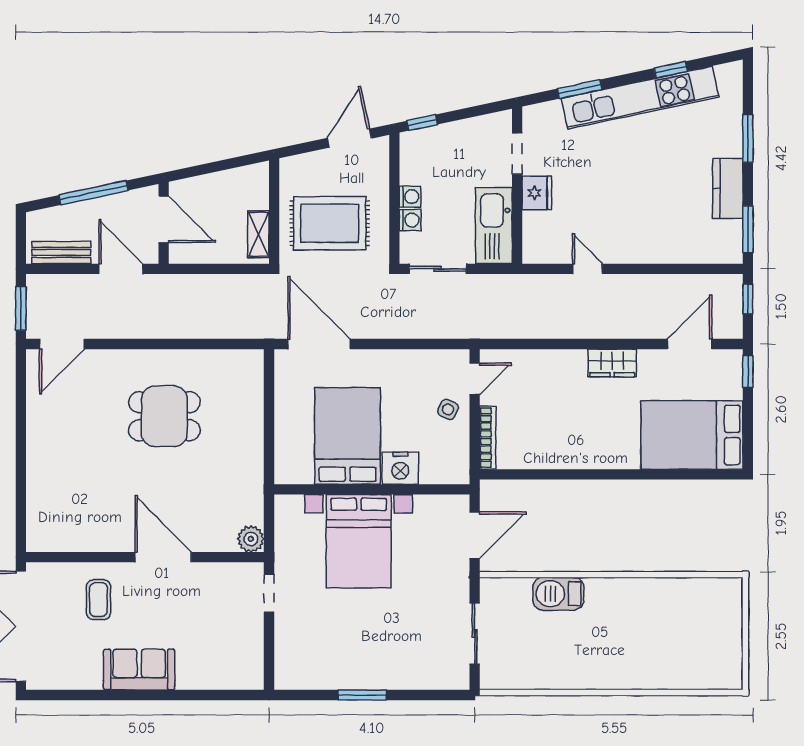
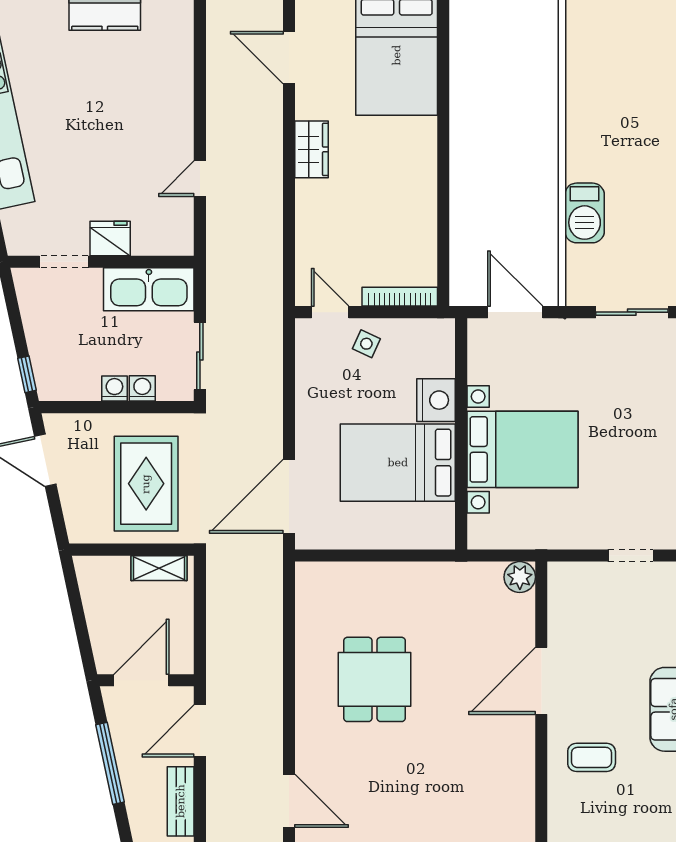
doorway: (269, 593) -> (631, 556), moved

